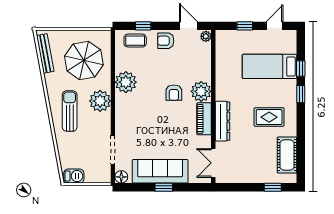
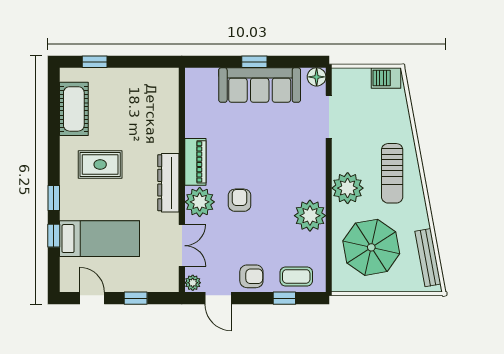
door: (275, 26) -> (92, 298), swing flipped
dresser: (222, 121) -> (168, 183), moved
double door: (213, 163) -> (182, 246), moved

